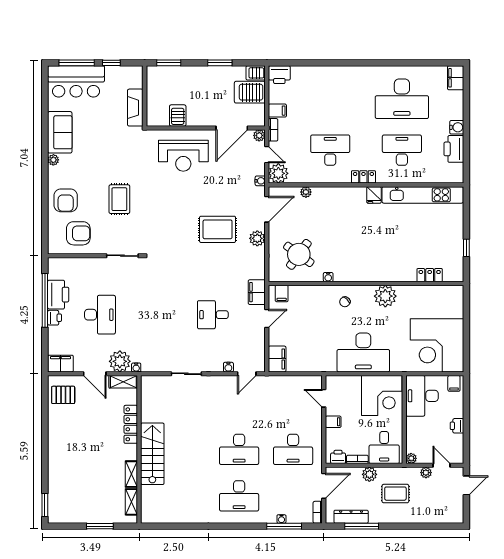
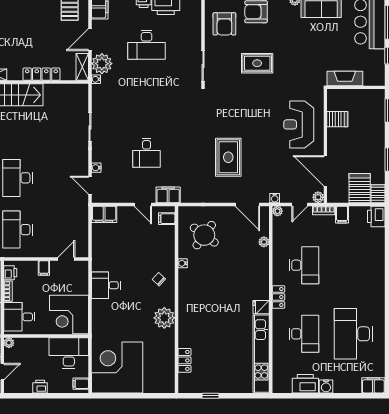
plant: (278, 173) -> (277, 211), width x0.53, depth x0.53
plant: (257, 238) -> (220, 195), removed
desk: (213, 315) -> (146, 153), turned 180
desk: (363, 352) -> (106, 285), width x0.53, depth x0.77

